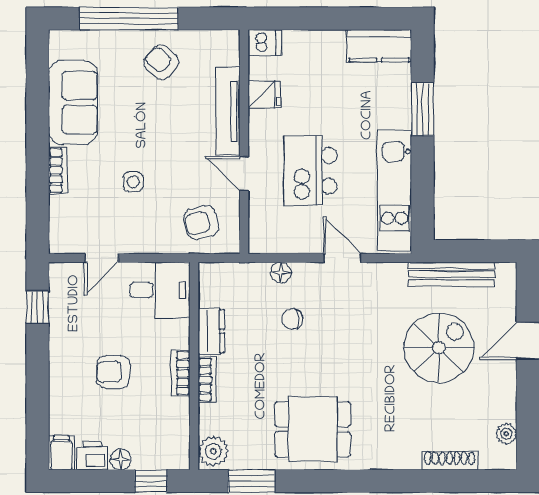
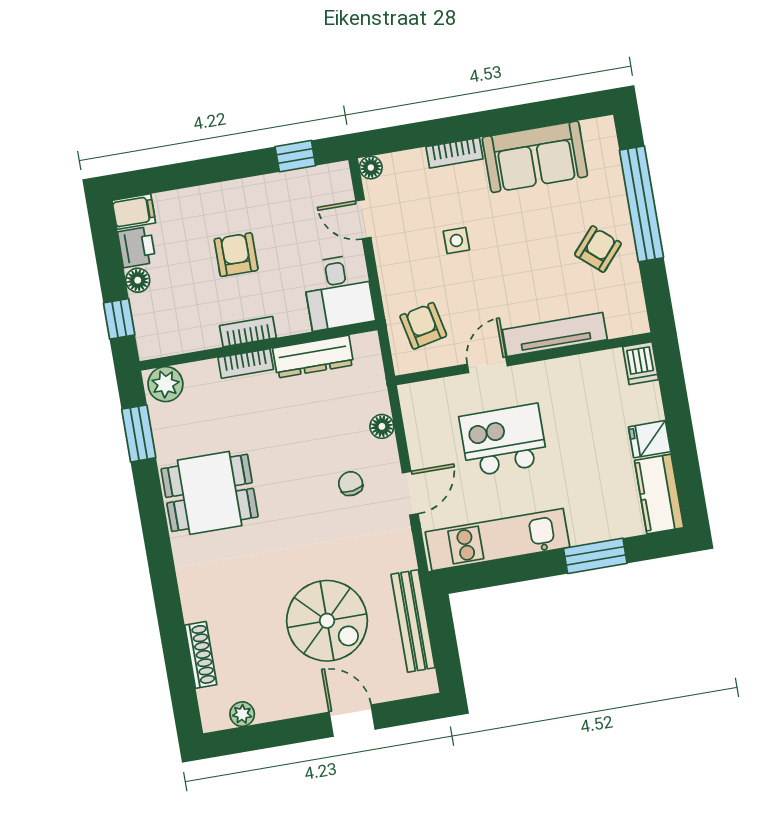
fridge: (264, 95) -> (650, 439), moved, turned 90
floor lamp: (58, 244) -> (371, 168), added
chair: (292, 319) -> (351, 484), moved
dresser: (211, 331) -> (313, 357), width x1.44
dining table: (313, 429) -> (210, 493), turned 90

